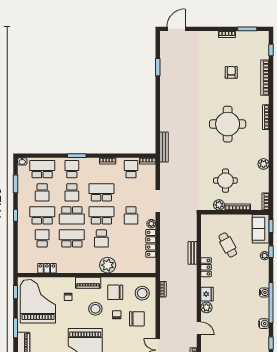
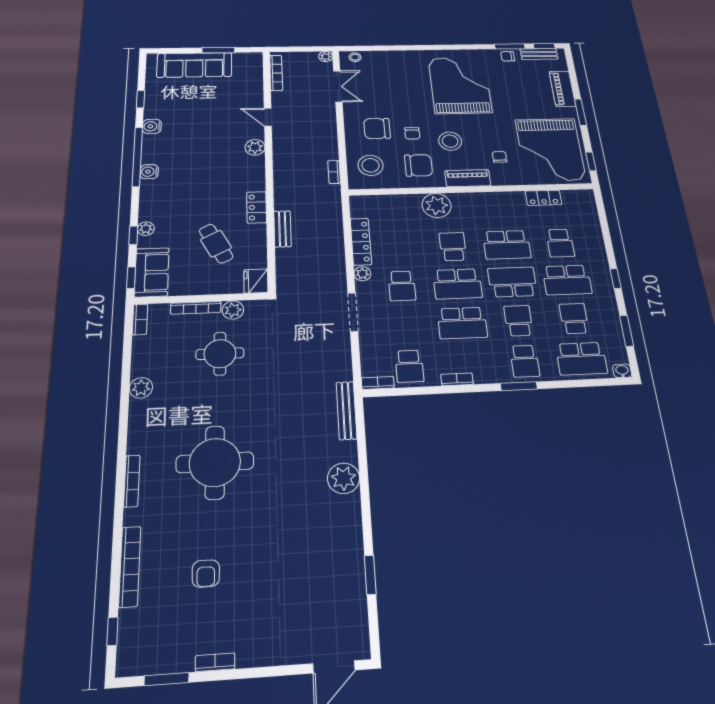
plant: (167, 113) -> (344, 478), added
school desk: (131, 215) -> (402, 286), turned 180
fridge: (207, 294) -> (256, 281), moved

